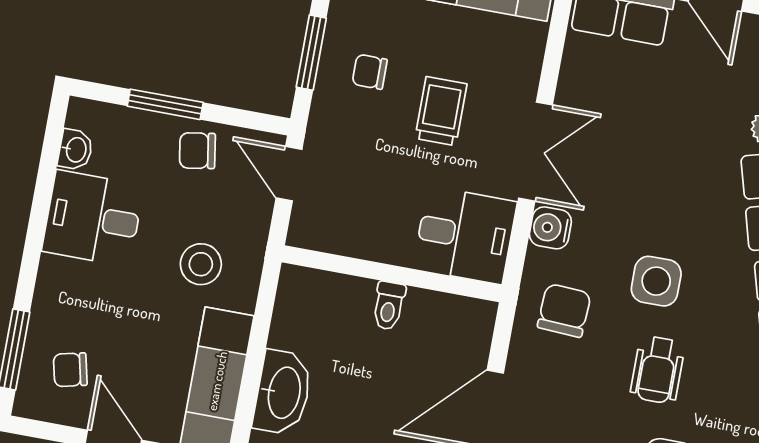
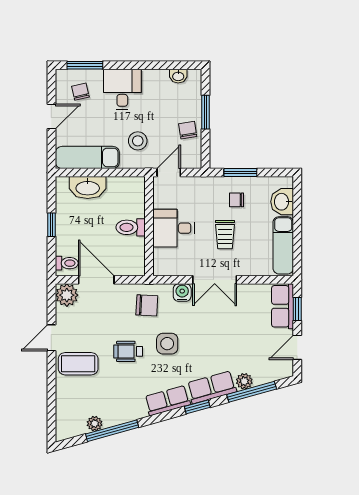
chair: (370, 72) -> (237, 200), turned -90
trolley: (441, 111) -> (225, 235), turned 90
door: (289, 174) -> (169, 172), moved
desk: (93, 218) -> (122, 89), moved
desk: (465, 235) -> (173, 228), moved, turned 90
toilet: (389, 306) -> (131, 227), width x1.37, depth x1.39

